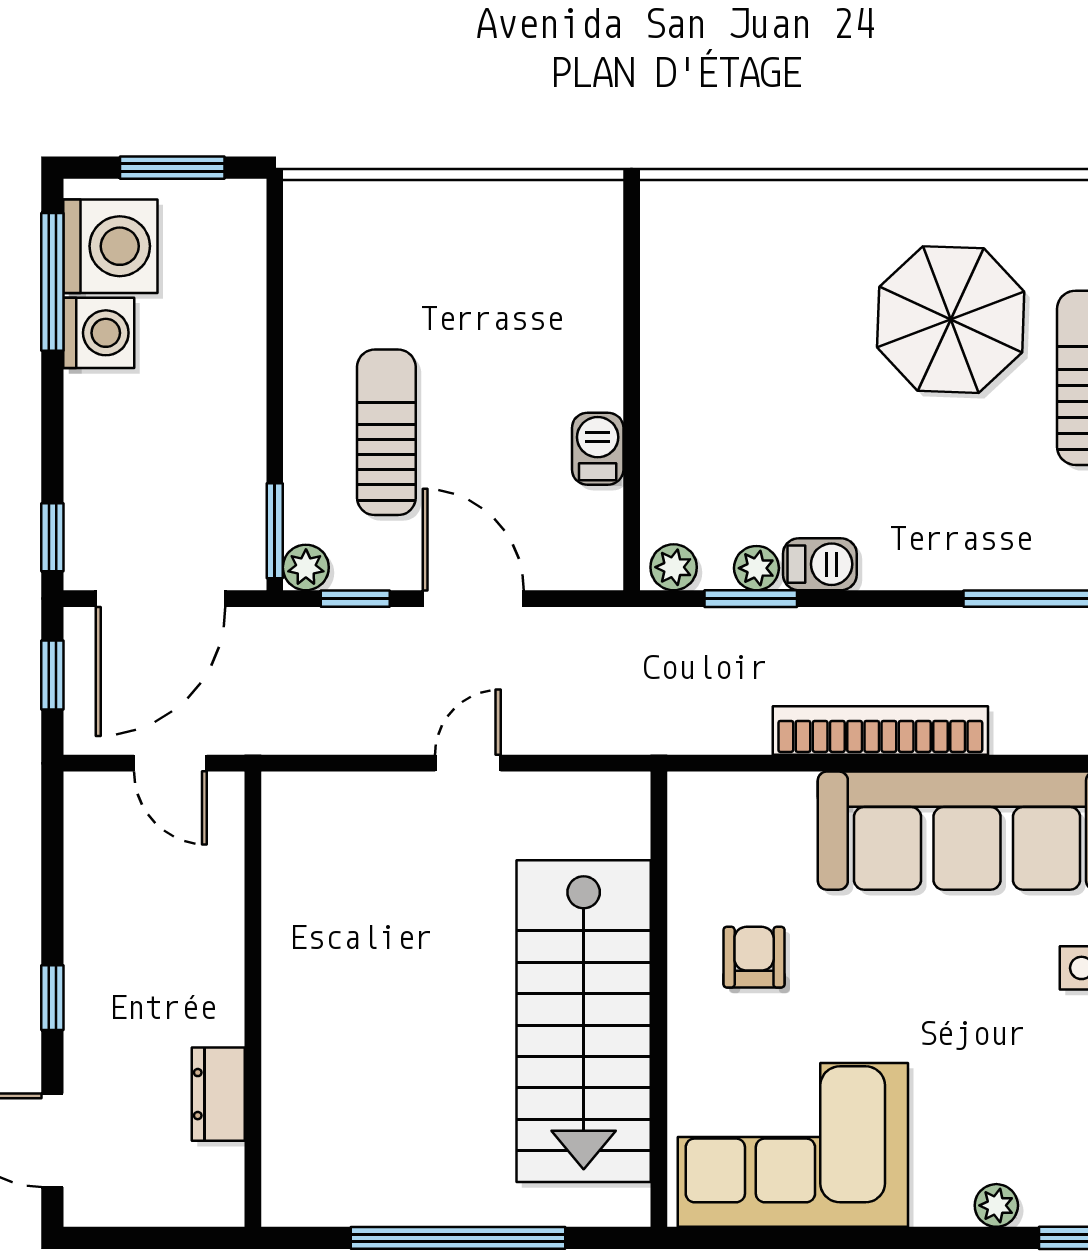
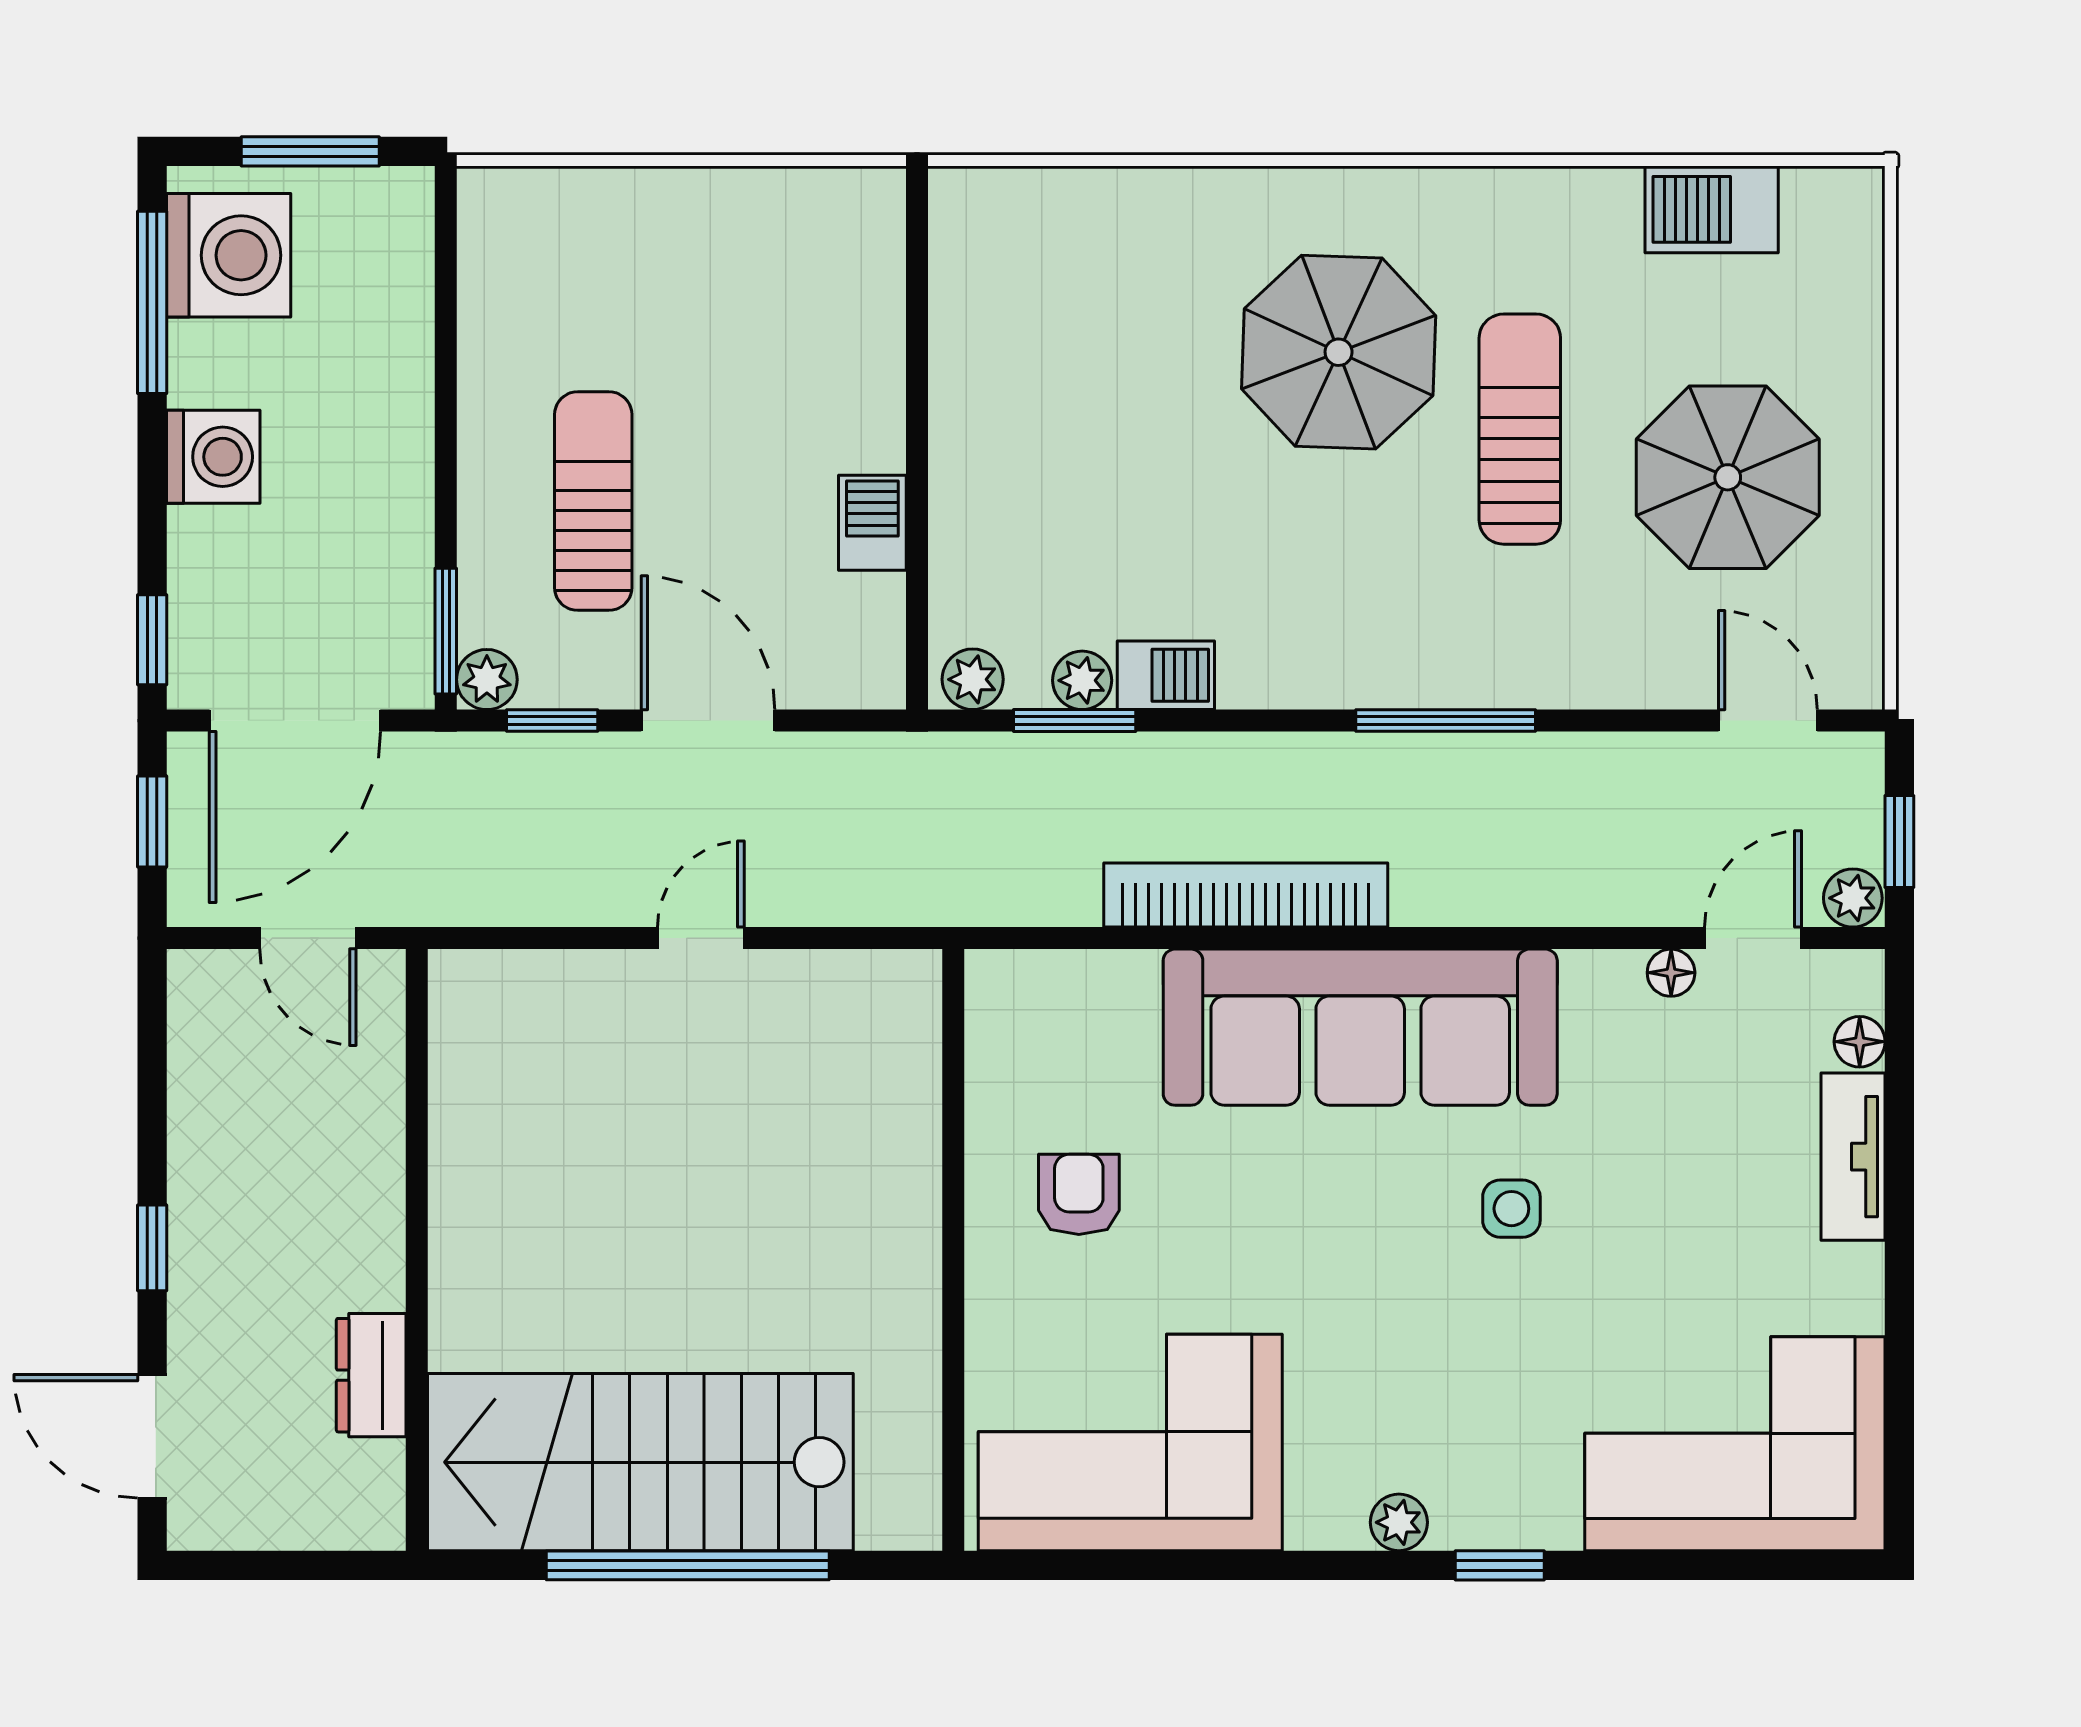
washing machine: (99, 333) -> (213, 457), moved
stairs: (584, 1021) -> (640, 1462), moved, turned 90

